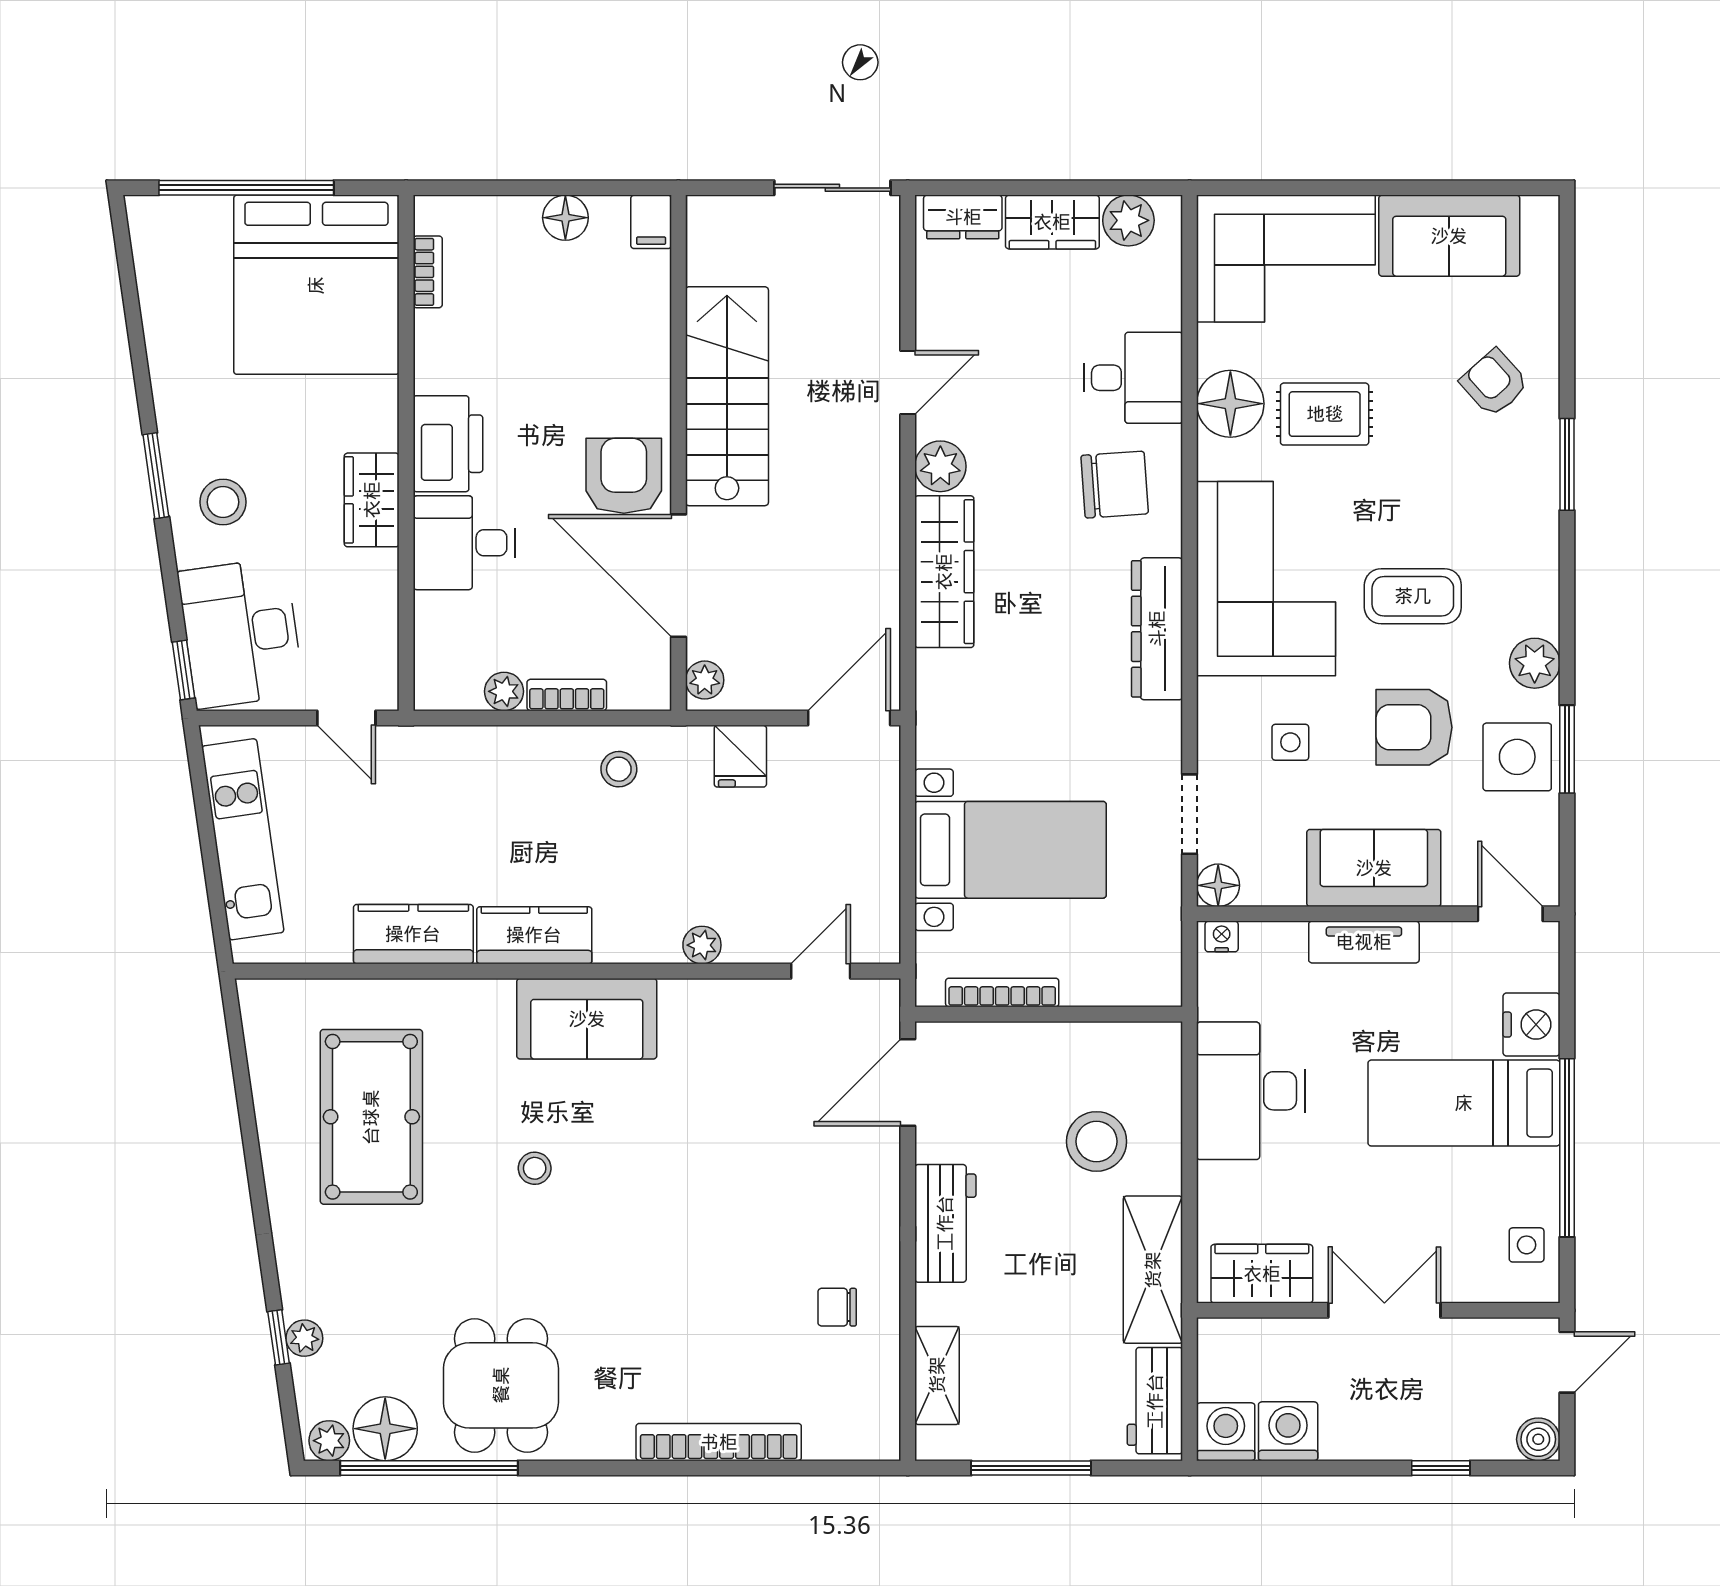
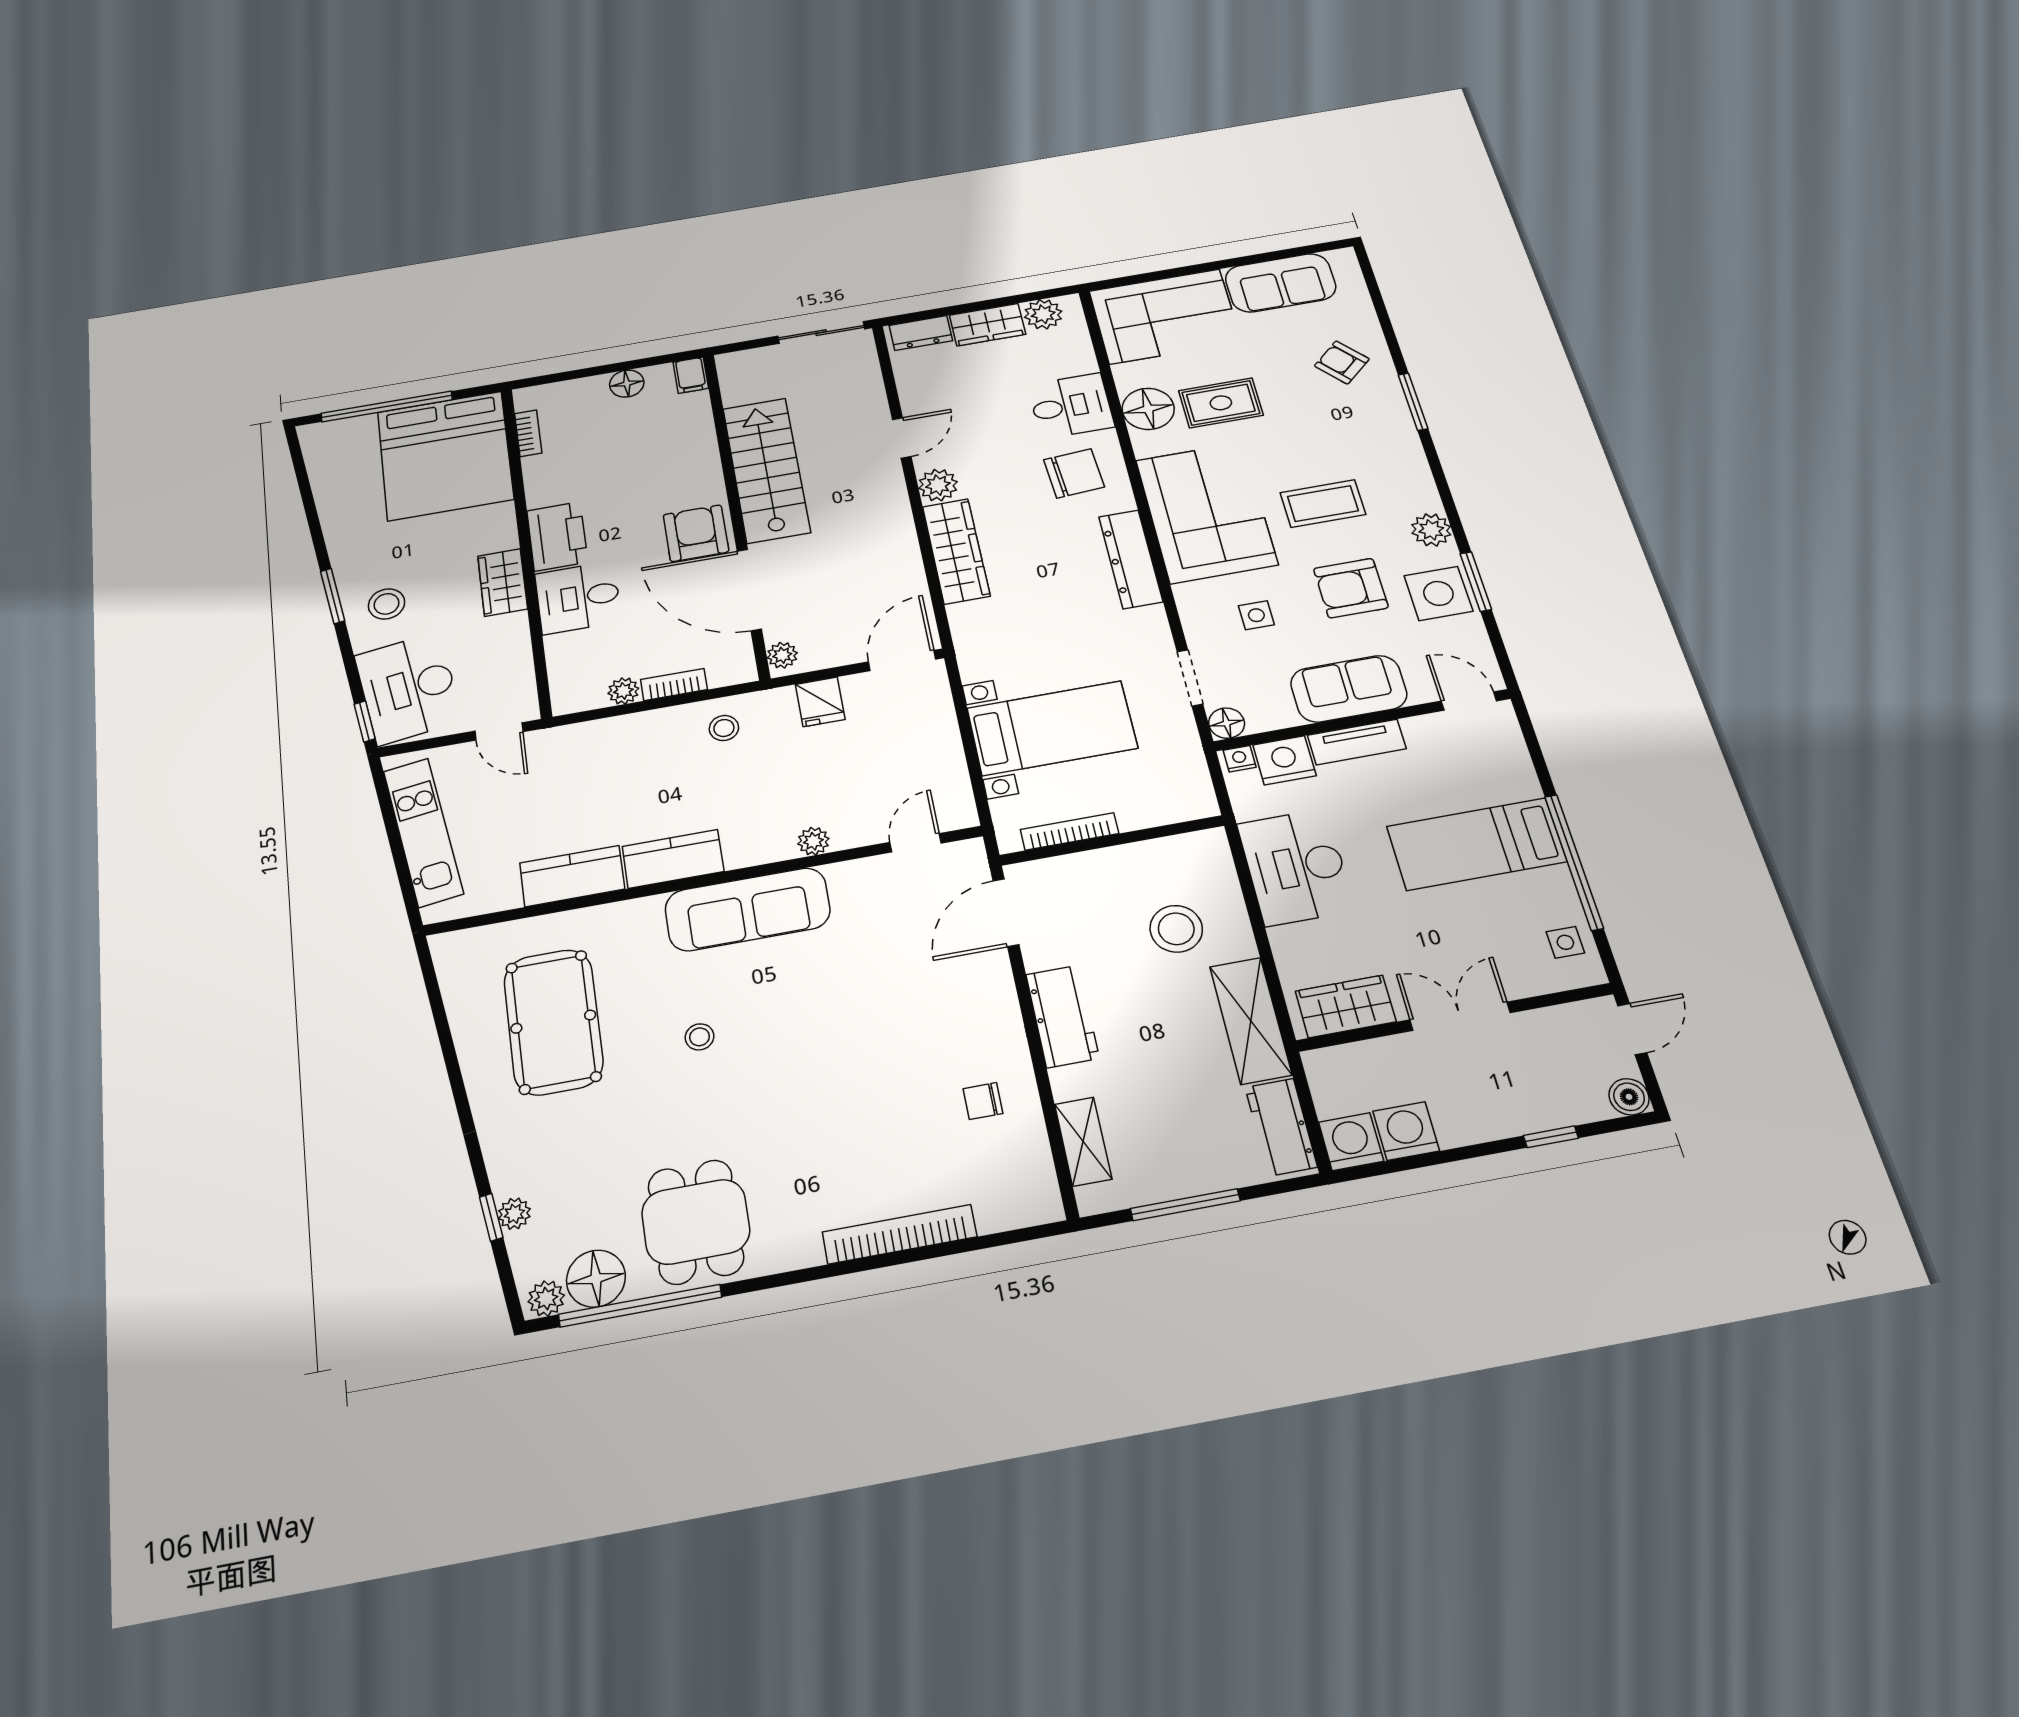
sofa: (587, 1019) -> (748, 909), width x1.36
nightstand: (1531, 1025) -> (1285, 760), moved, turned -90

